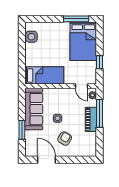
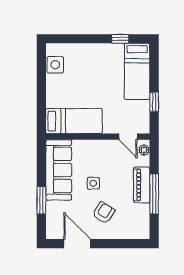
window: (76, 19) -> (120, 39), width x0.46
bed: (83, 41) -> (137, 71), width x0.67
window: (99, 113) -> (154, 194), moved

